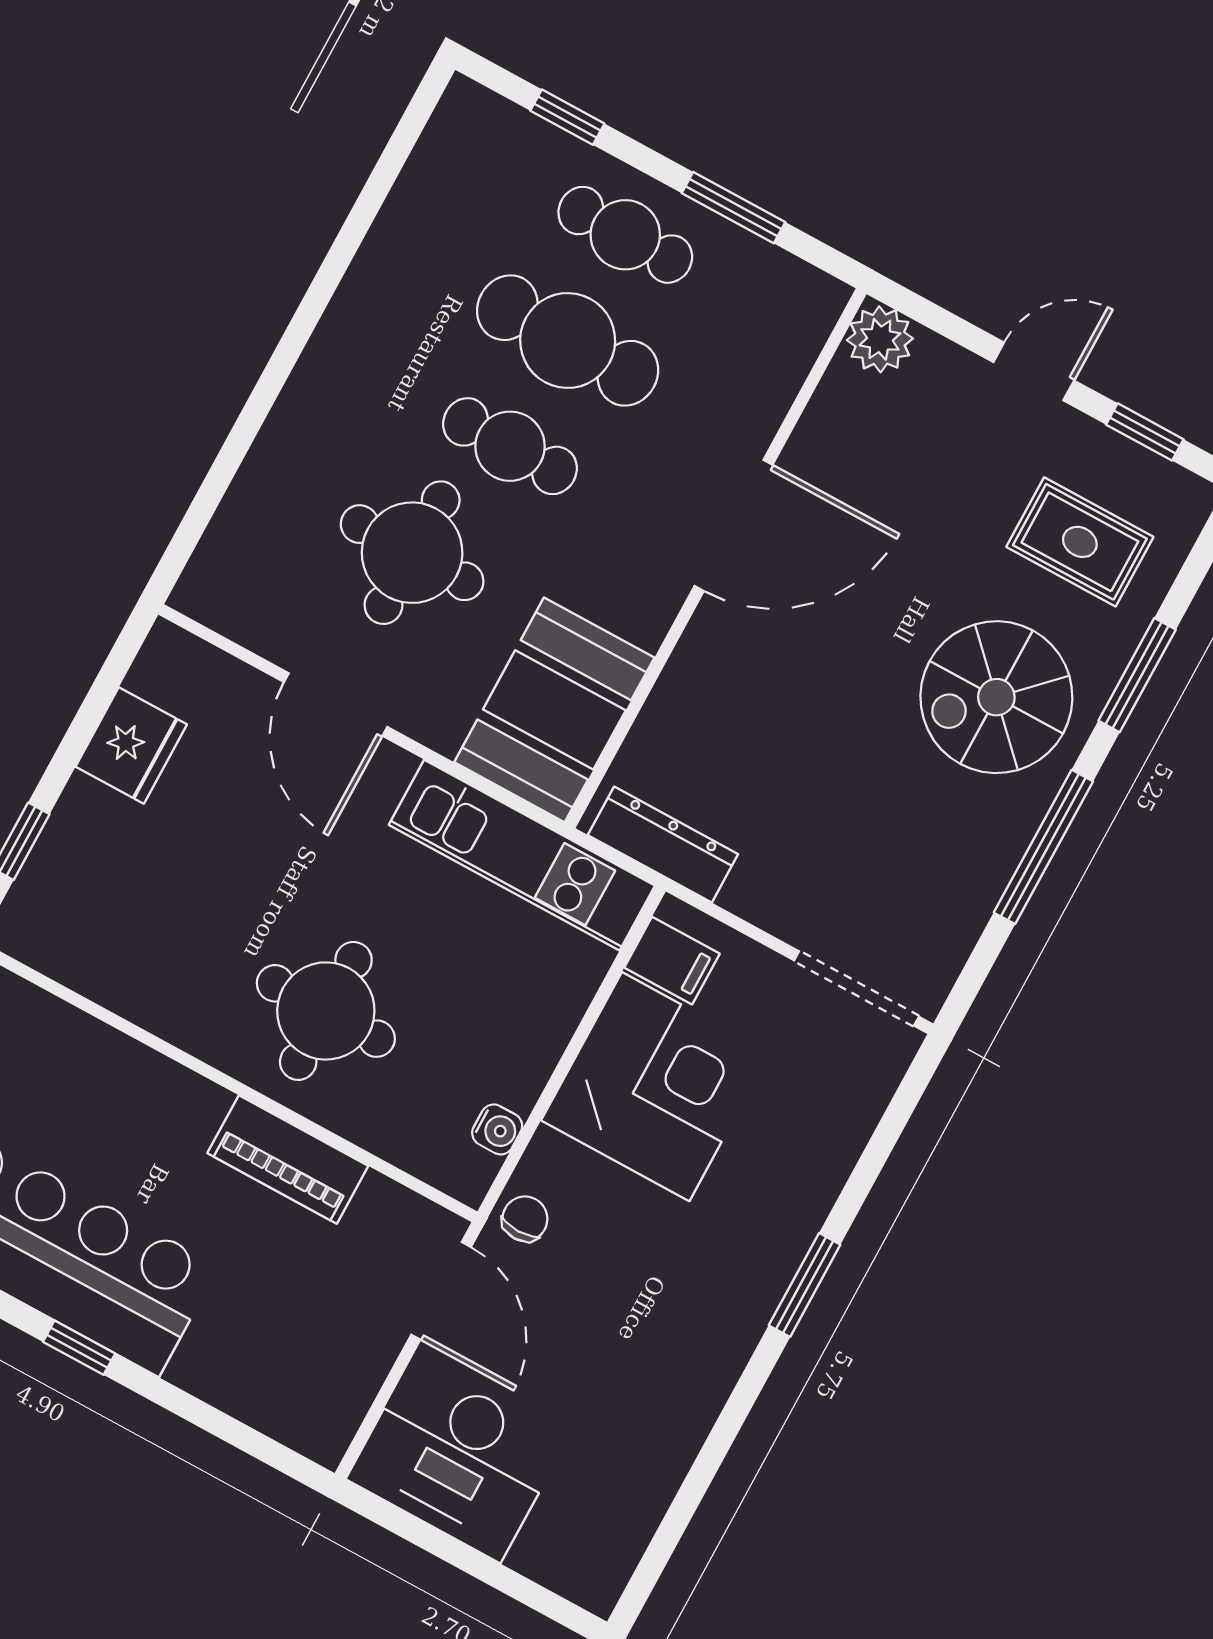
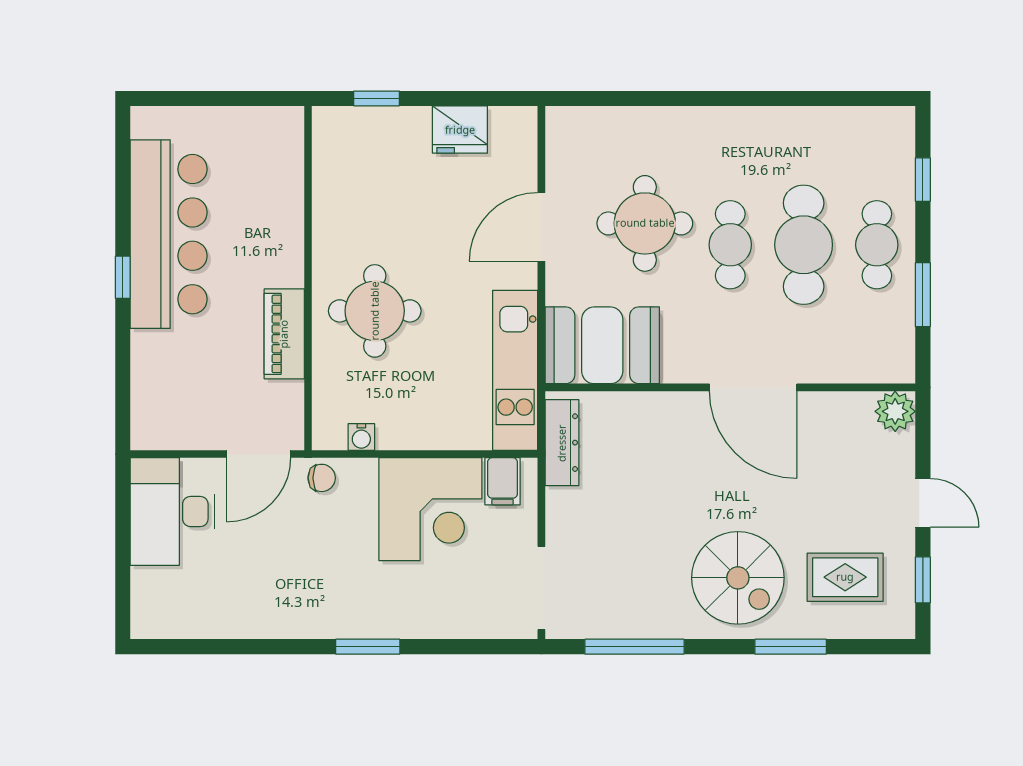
rug: (1080, 542) -> (845, 577), turned 90
spiral stairs: (996, 697) -> (738, 578), turned 180
window: (1043, 847) -> (635, 647), moved

